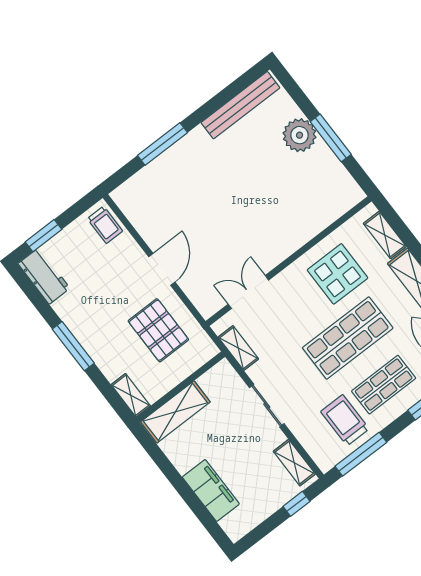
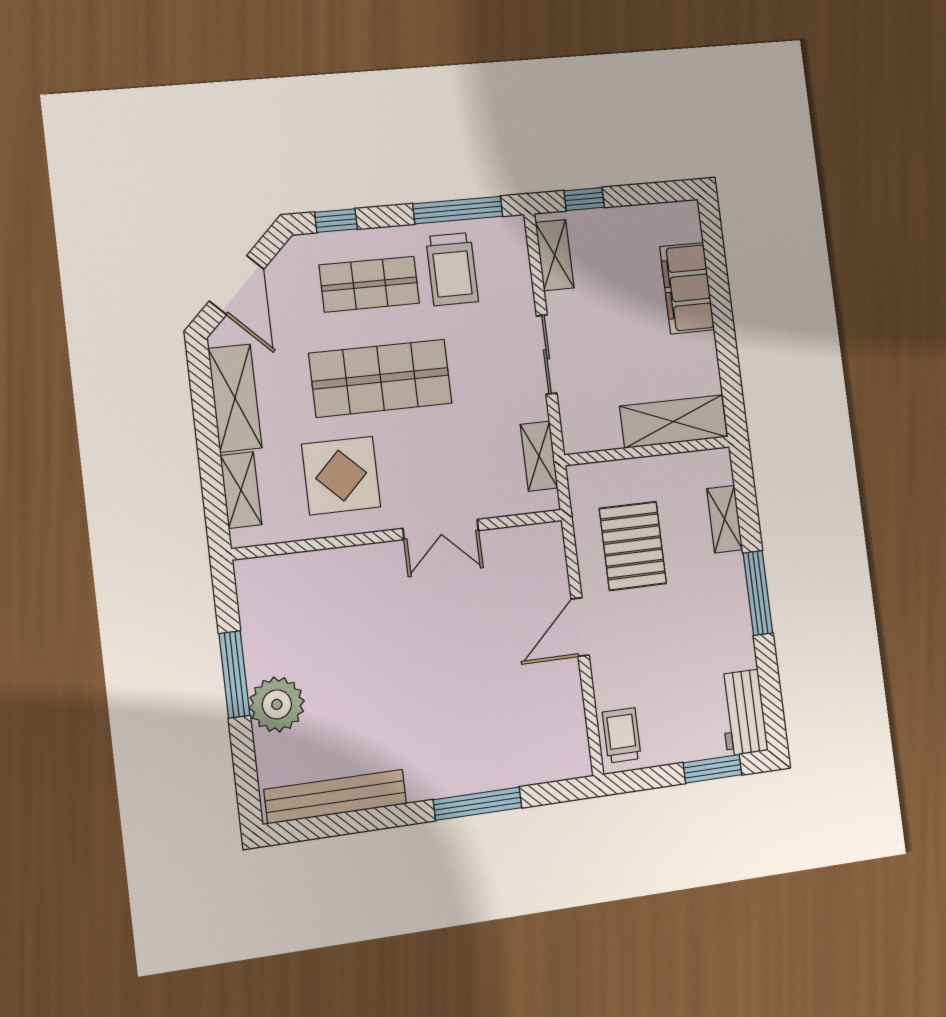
double door: (248, 292) -> (441, 529), moved
shelving: (131, 395) -> (725, 519), moved

